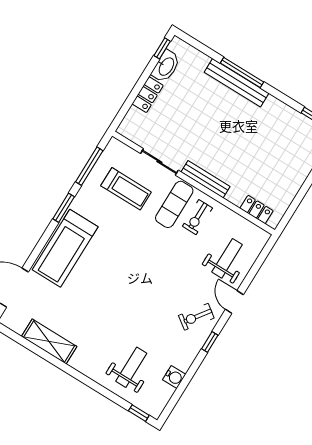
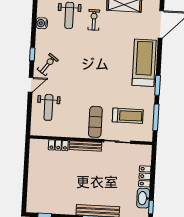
treadmill: (126, 189) -> (128, 116), turned 180
locker: (257, 210) -> (58, 145), moved
exercise bike: (197, 217) -> (94, 20), moved
door: (234, 302) -> (31, 85), hinge flipped

